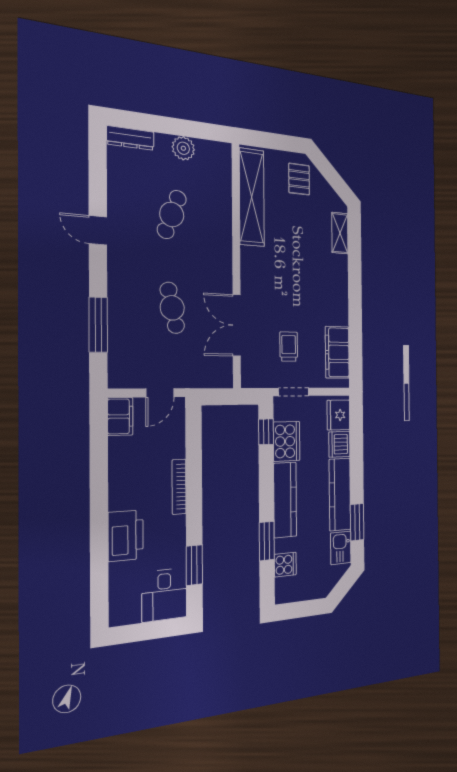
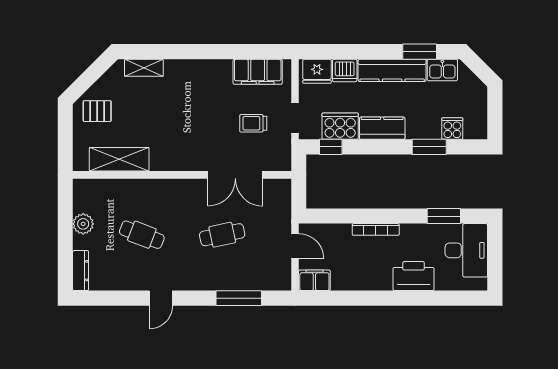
shelving: (252, 197) -> (119, 159), width x0.68
kitchen counter: (285, 500) -> (382, 128), width x0.67
desk: (164, 595) -> (466, 250), width x1.37

